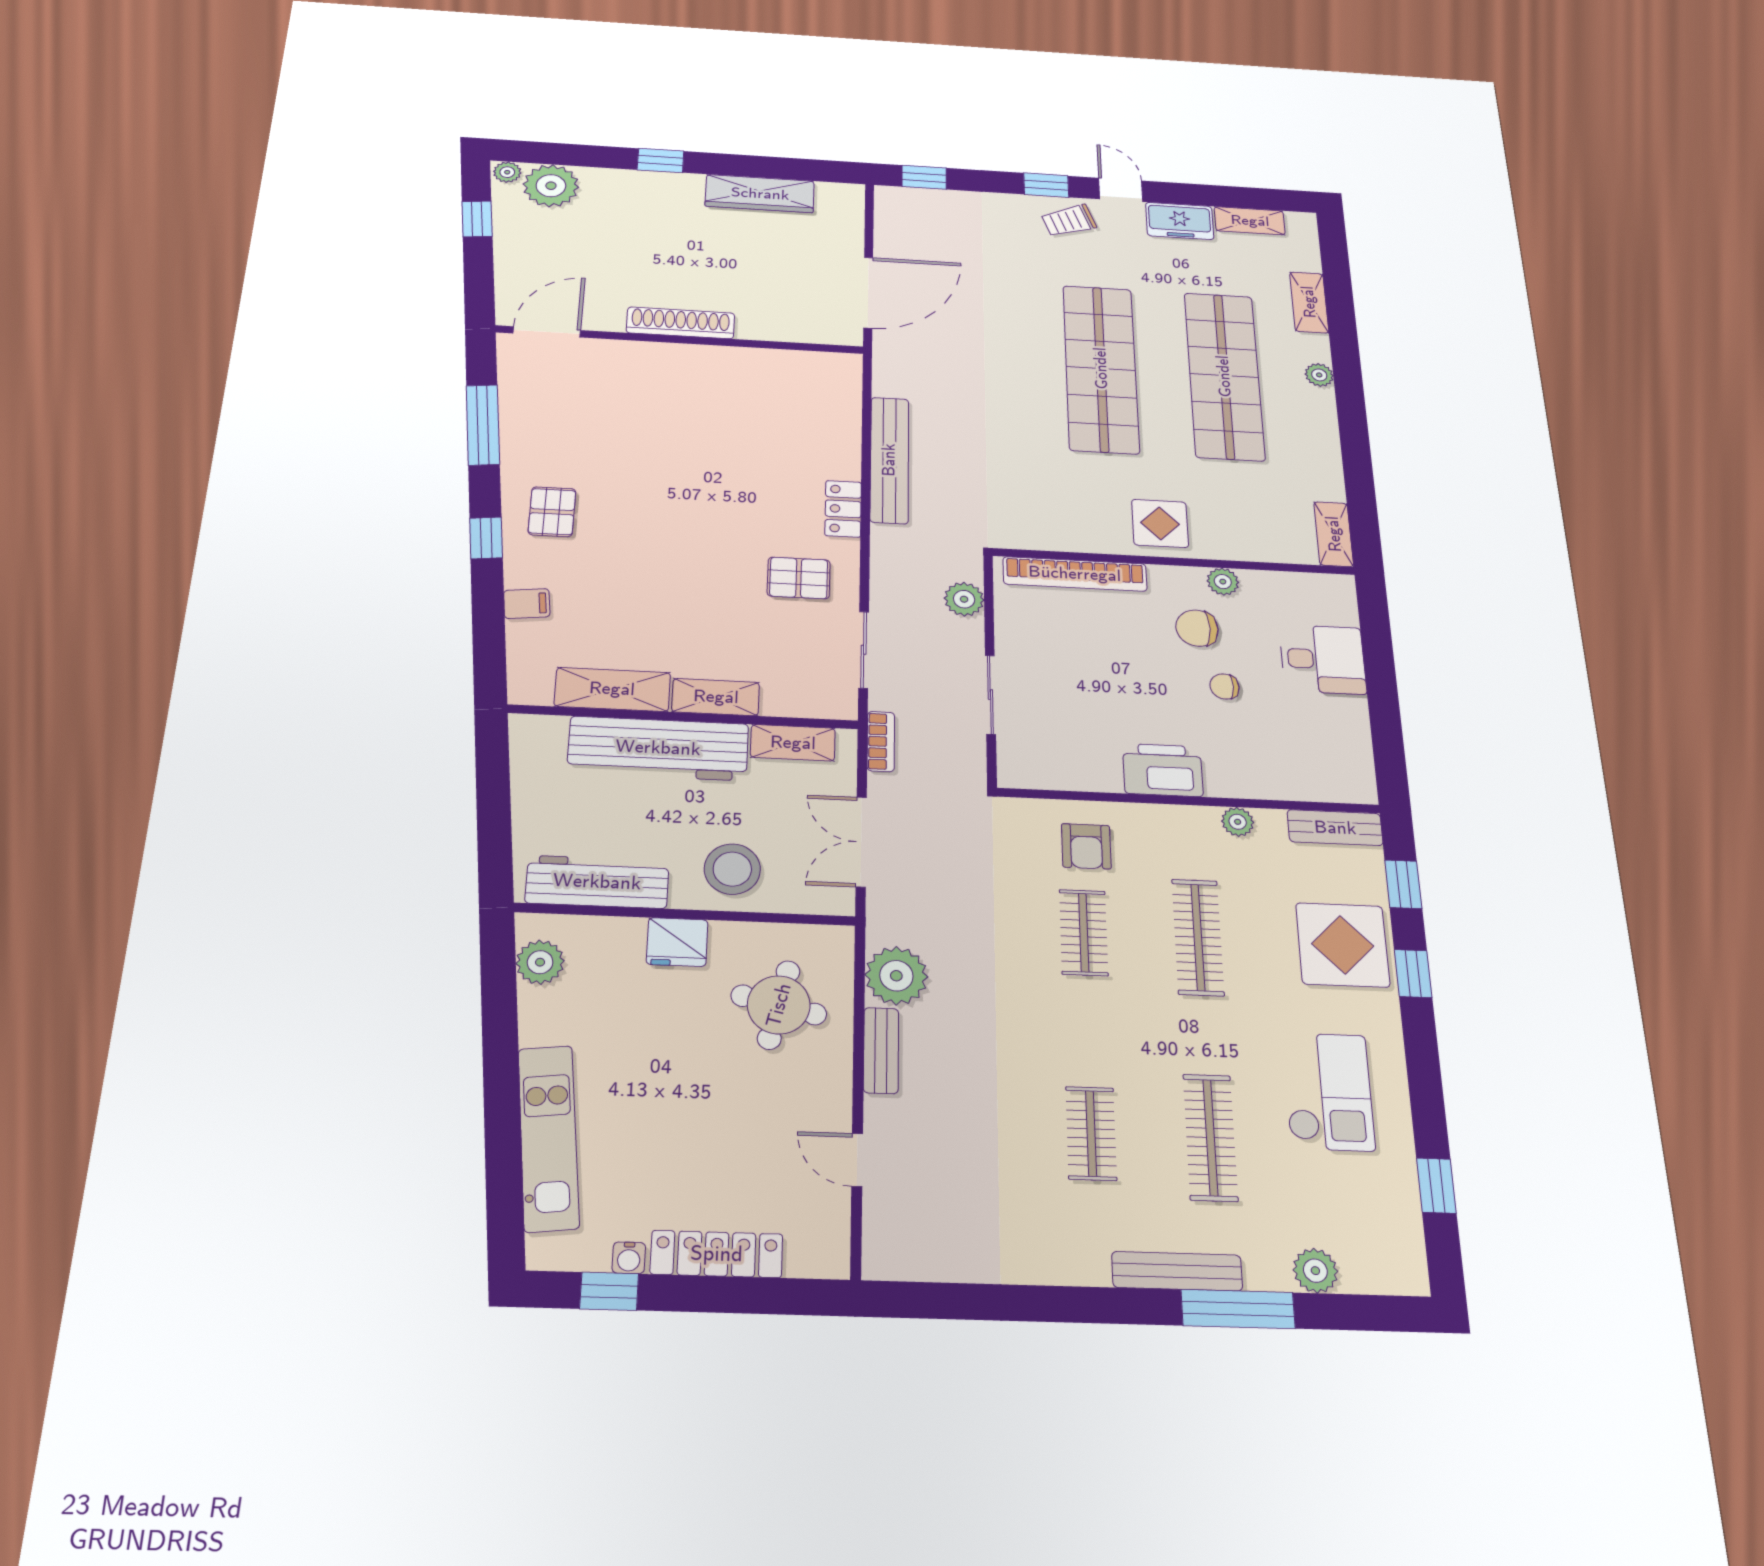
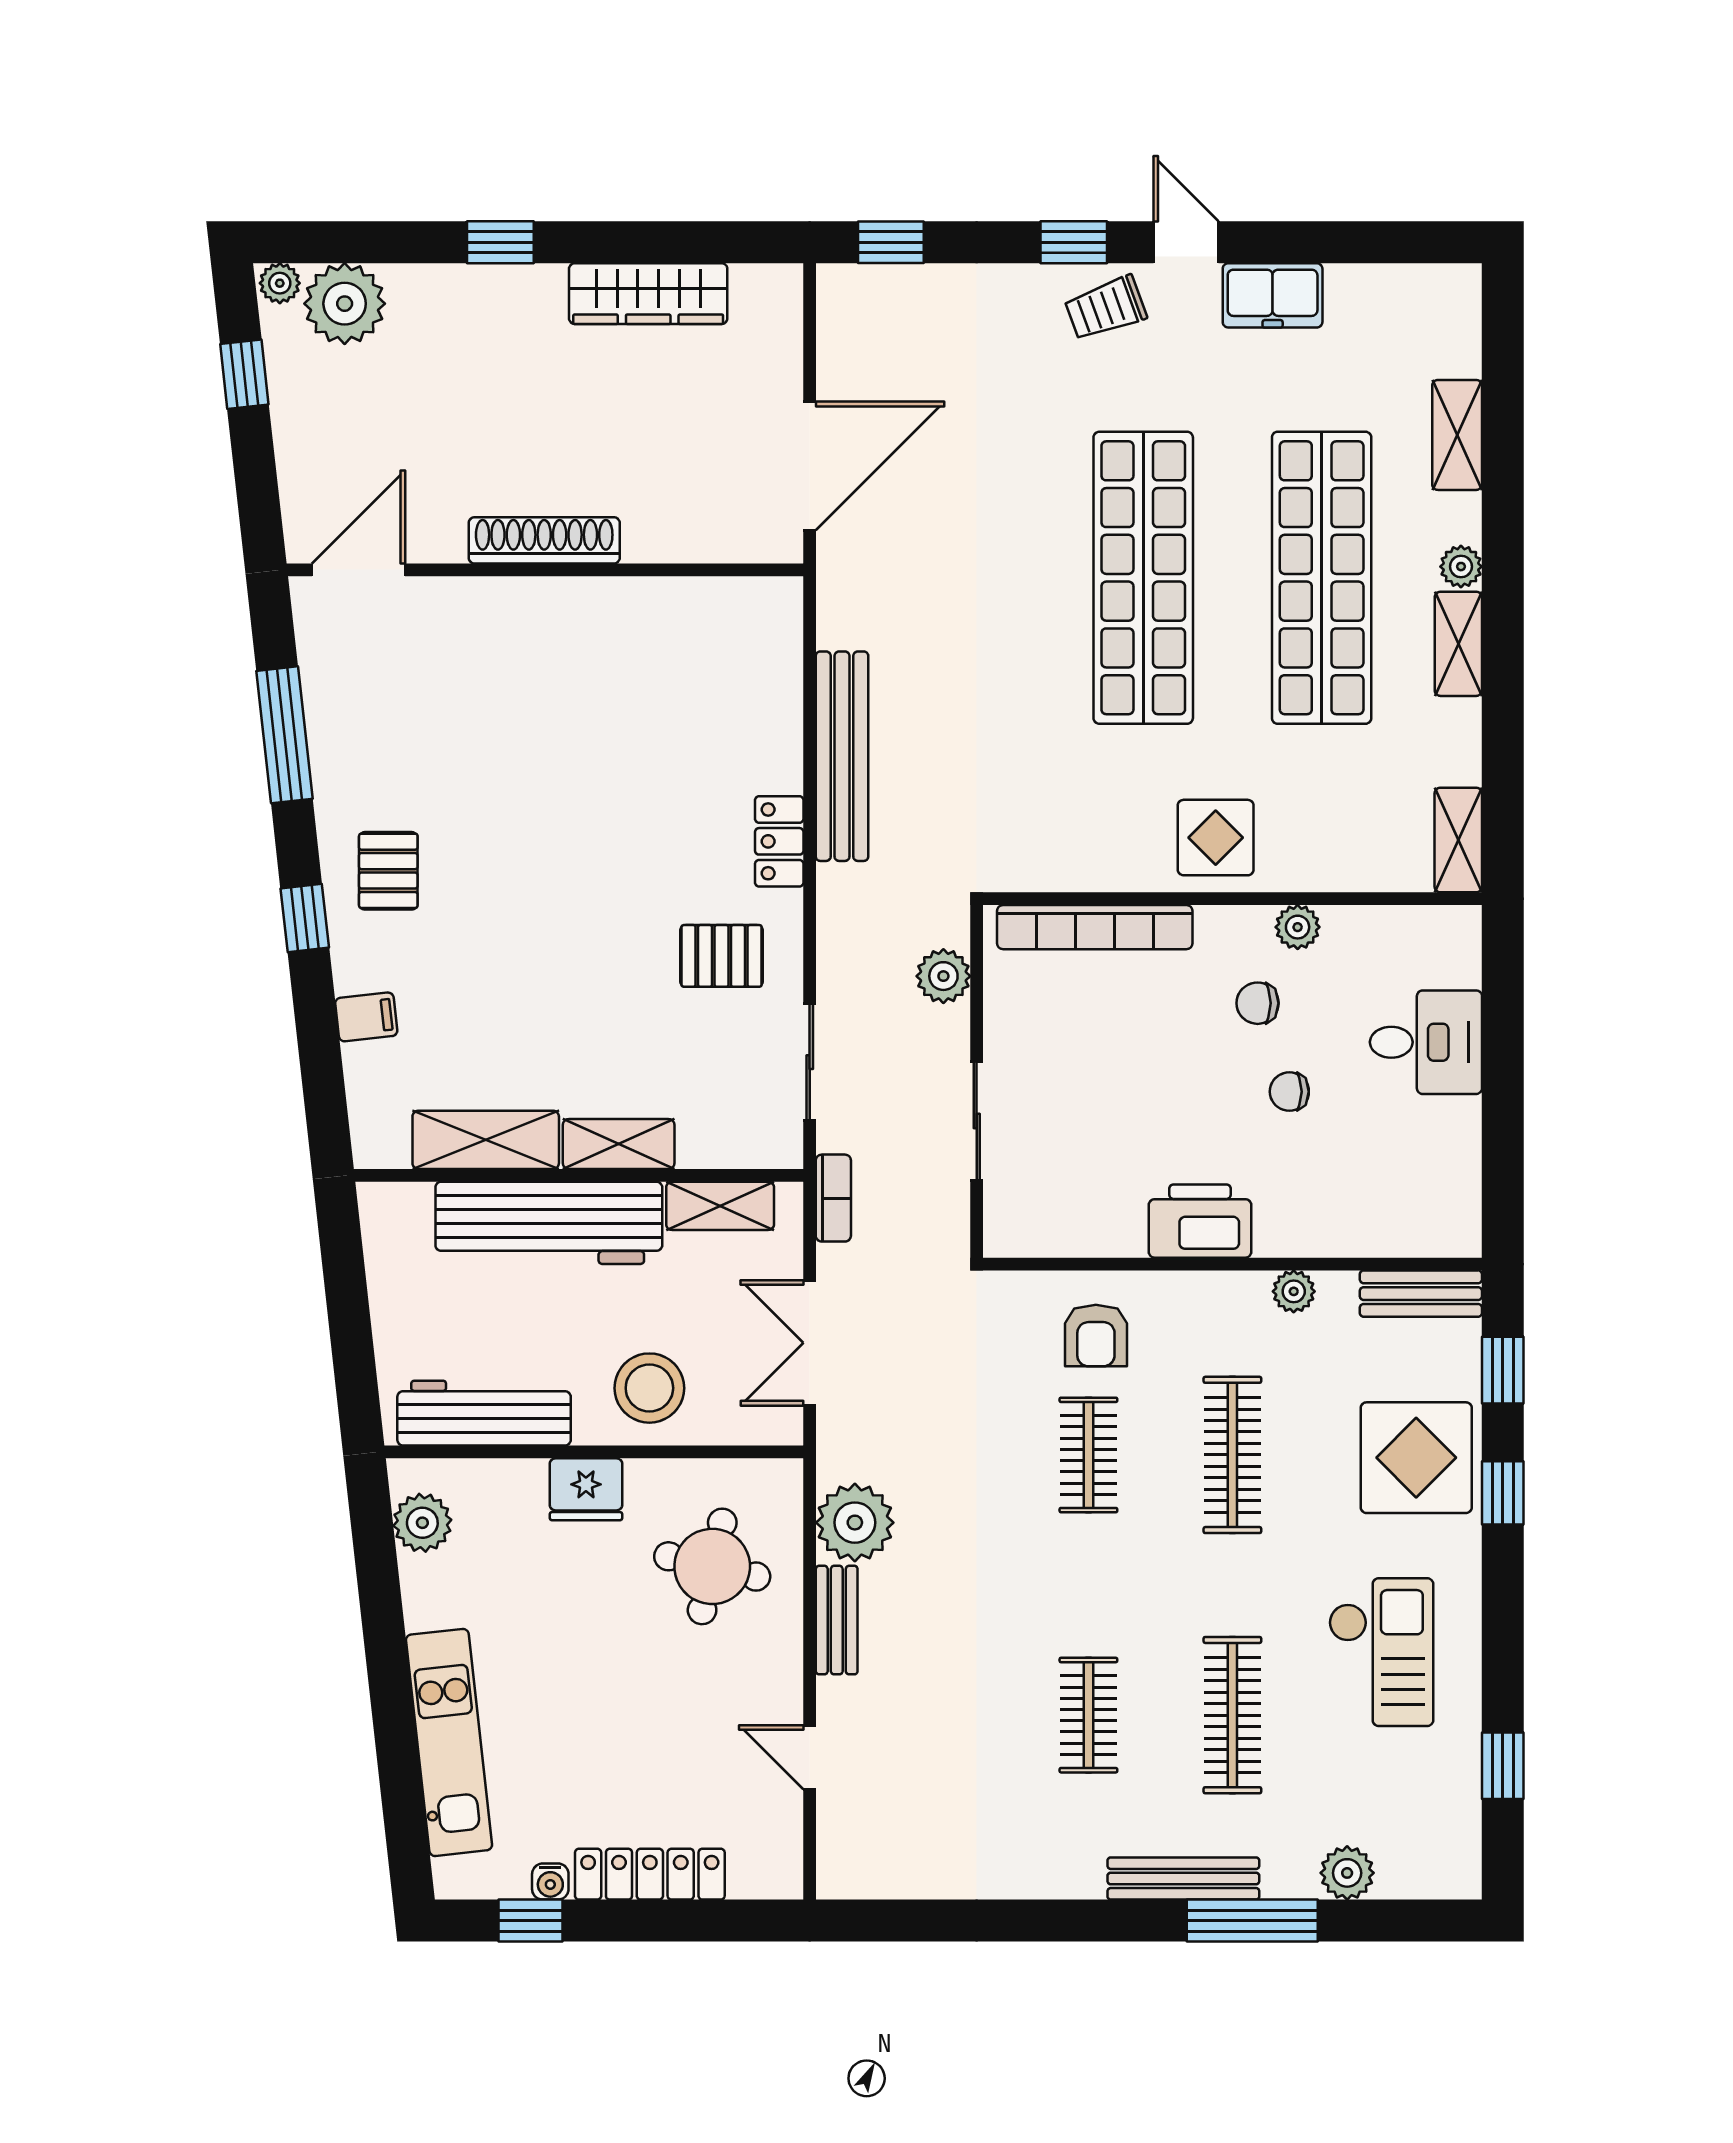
shelving: (1250, 221) -> (1458, 644), moved, turned 90
chair: (1197, 628) -> (1258, 1003), width x0.73, depth x0.73

